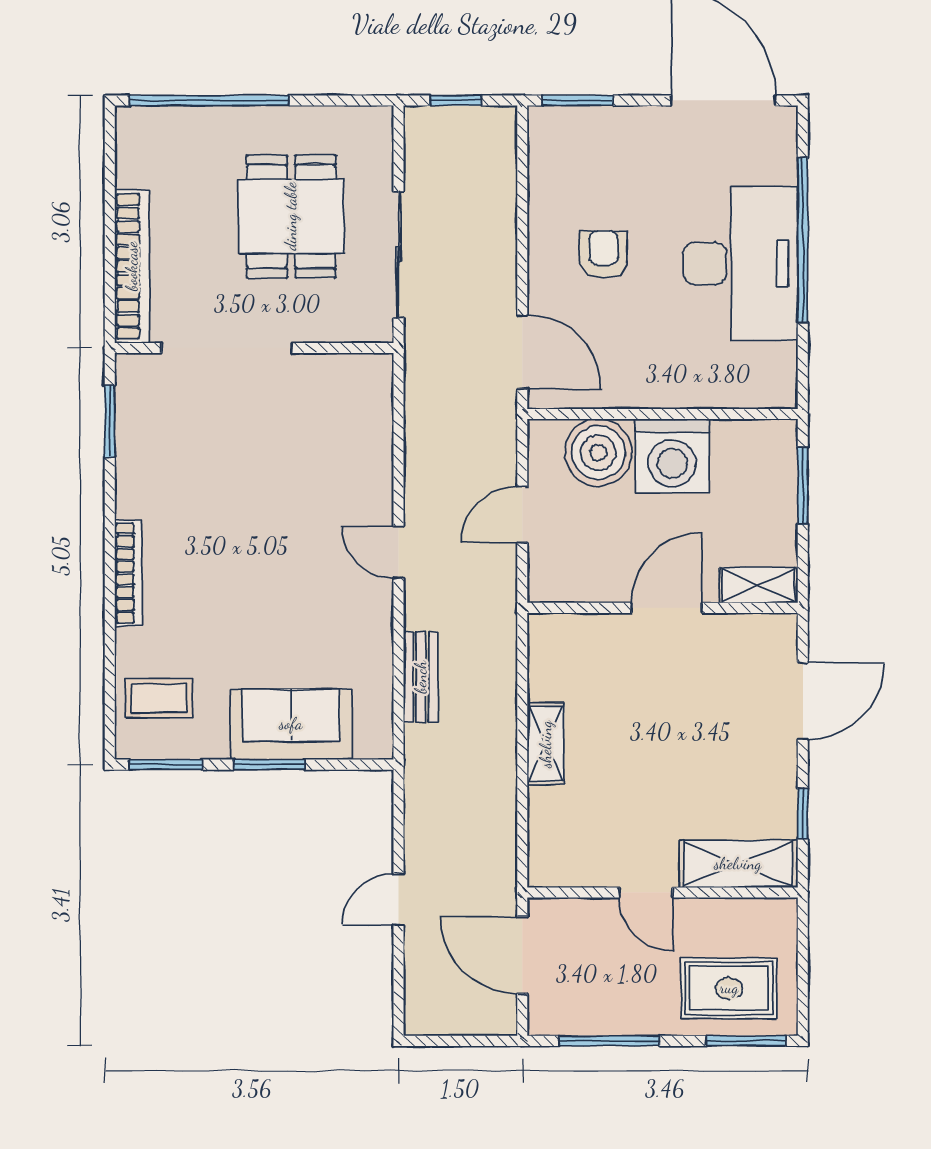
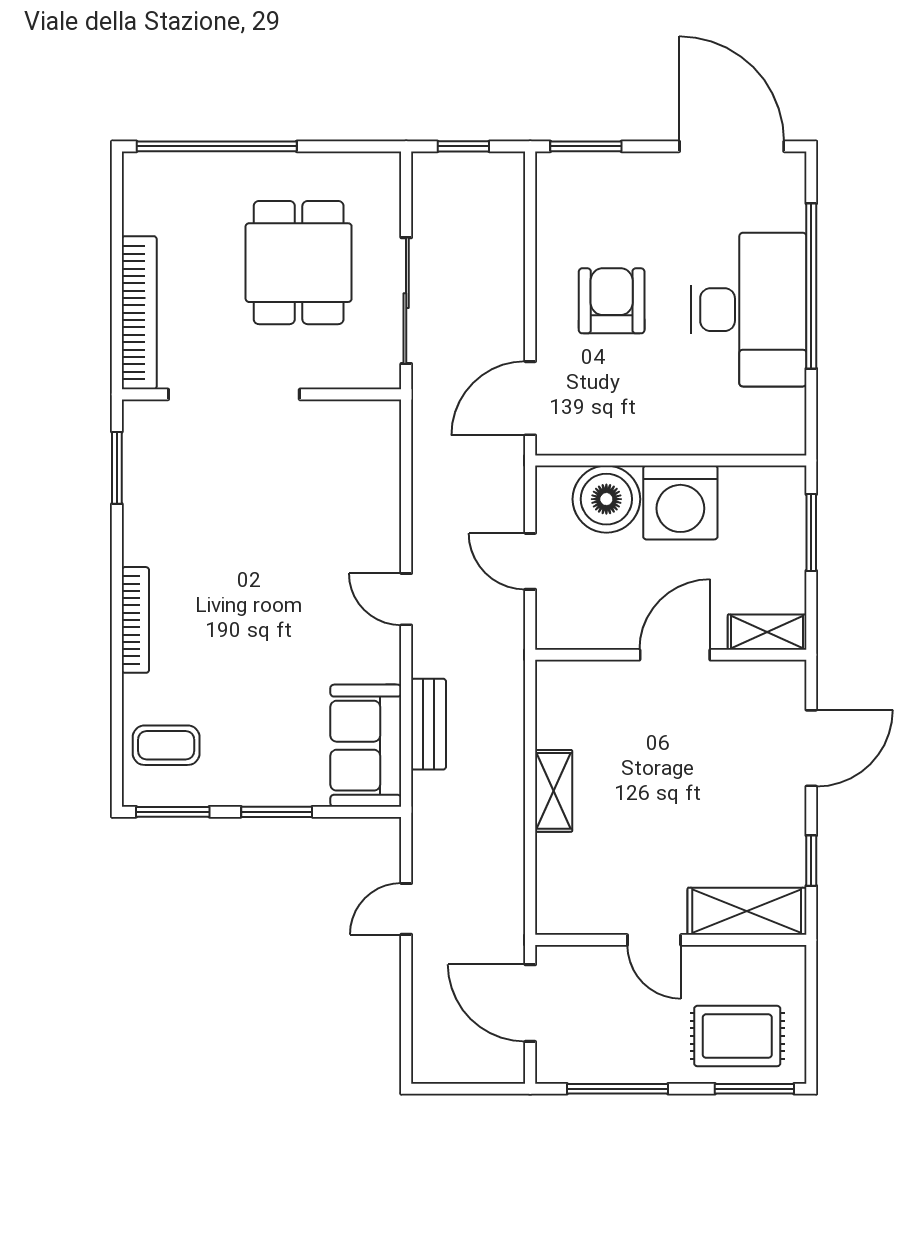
armchair: (604, 255) -> (612, 301), width x1.38, depth x1.38
door: (522, 352) -> (530, 398), swing flipped
door: (522, 515) -> (530, 561), hinge flipped
sofa: (291, 724) -> (366, 746), moved, turned -90
door: (399, 899) -> (406, 909), moved

